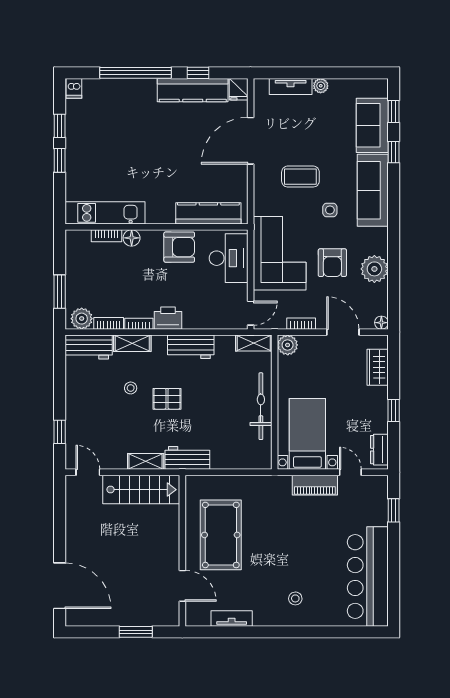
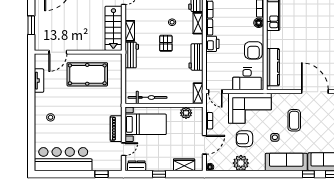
plant: (288, 345) -> (186, 113), moved
bicycle: (261, 406) -> (147, 97), moved

